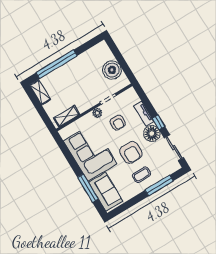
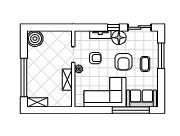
boiler: (112, 70) -> (35, 39), moved
shelving: (67, 116) -> (67, 80), moved
armchair: (131, 152) -> (124, 62), turned 90
window: (88, 188) -> (131, 110), width x1.46

